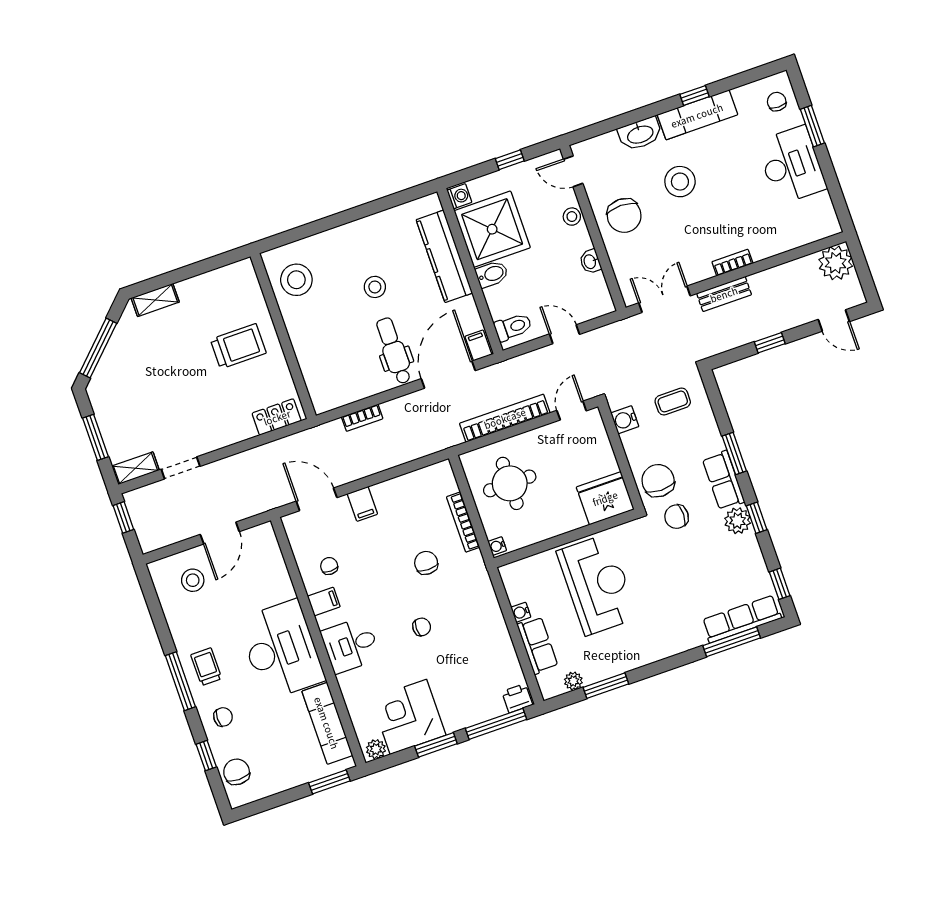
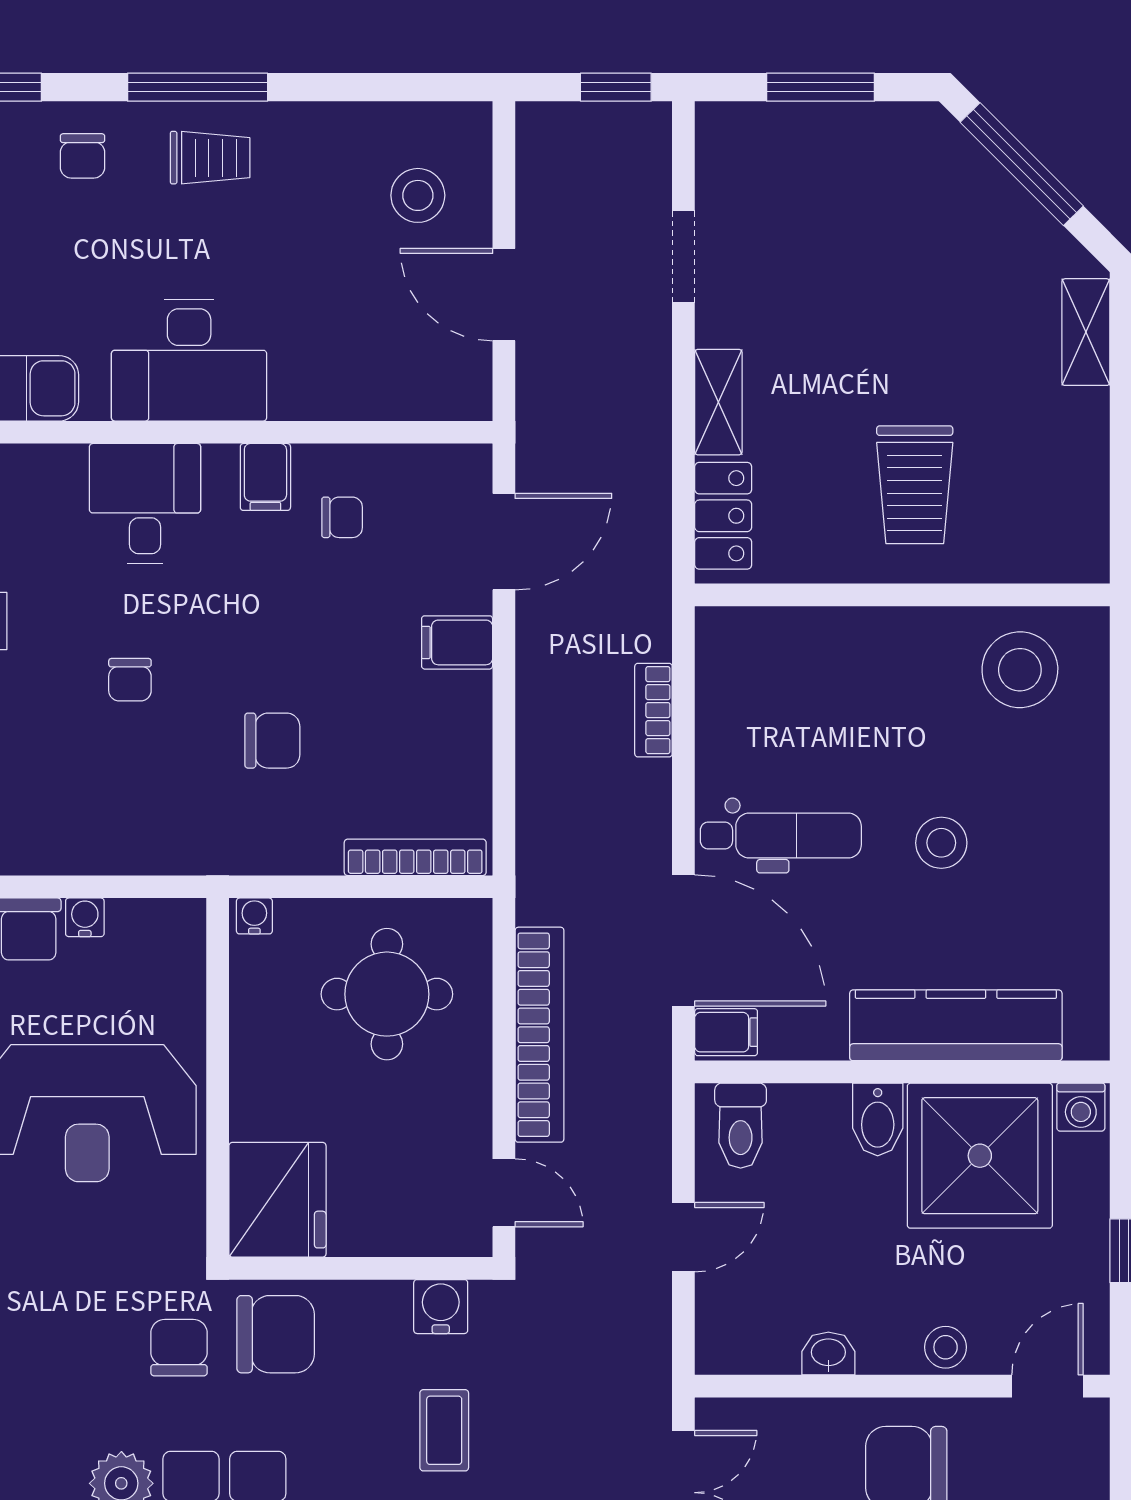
shelving: (136, 468) -> (718, 402), moved
bookcase: (463, 522) -> (415, 857), moved
desk: (281, 650) -> (189, 360), width x0.73, depth x0.77

